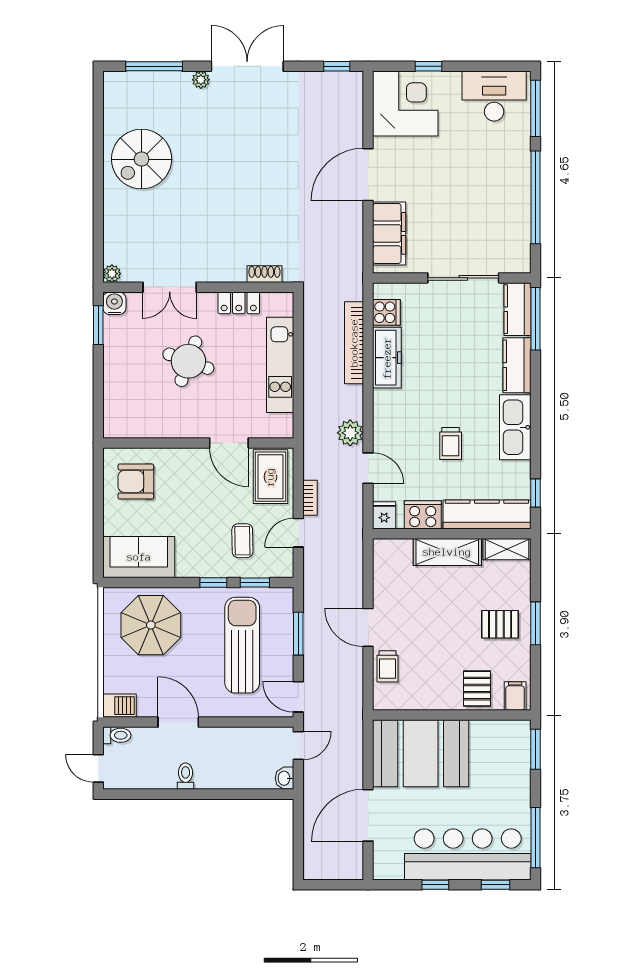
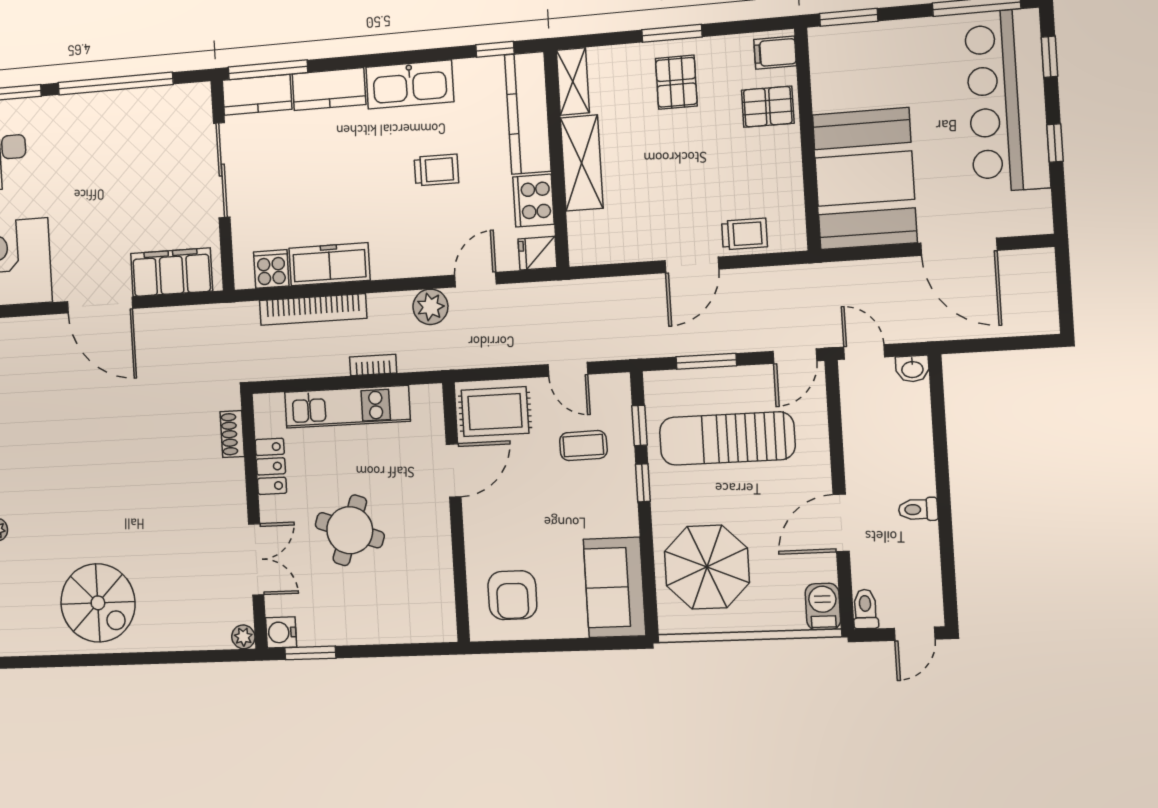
bookcase: (310, 498) -> (373, 365), moved

